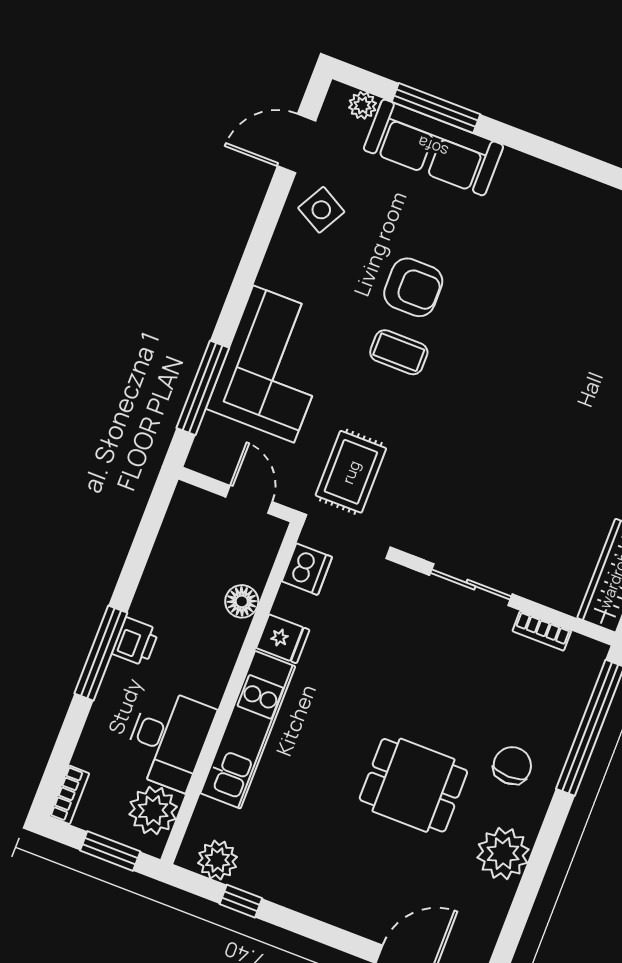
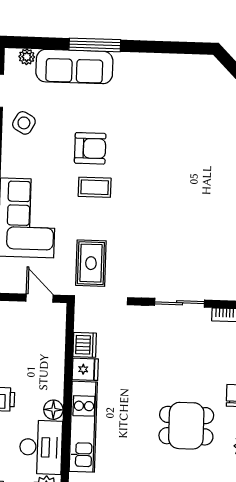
window: (436, 108) -> (95, 45), moved
dishwasher: (307, 569) -> (85, 345), moved
floor lamp: (242, 601) -> (53, 410), moved

